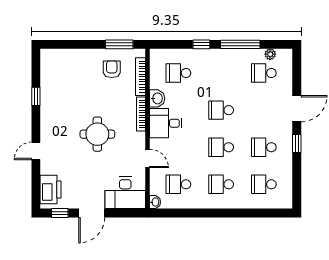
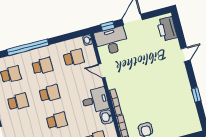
round table: (97, 134) -> (143, 79), removed
window: (60, 213) -> (108, 26), moved
window: (233, 213) -> (28, 47), added

